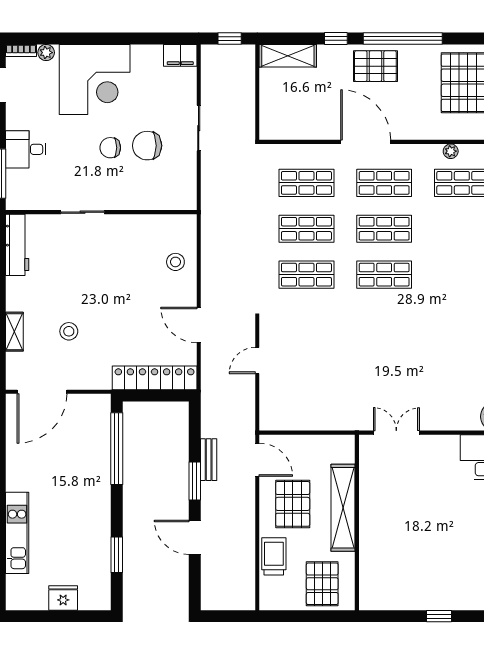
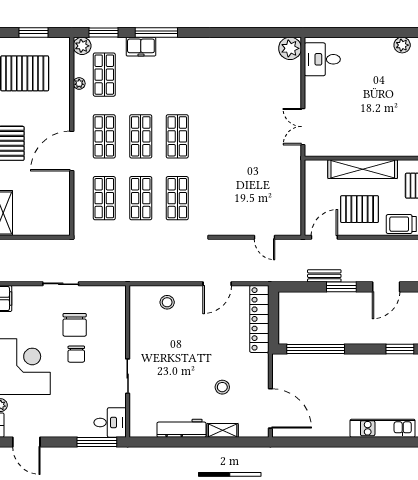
desk: (26, 149) -> (110, 423), moved, turned -90
workbench: (17, 245) -> (181, 428), moved
door: (257, 361) -> (264, 237), moved

